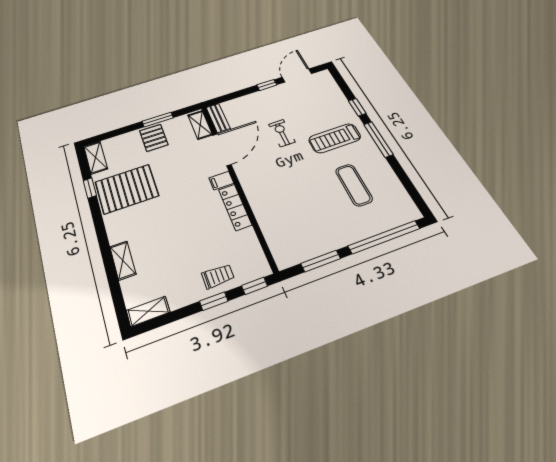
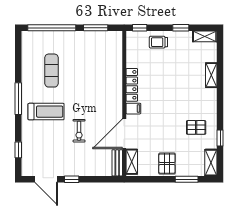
door: (297, 75) -> (46, 179), hinge flipped
window: (357, 107) -> (18, 150), moved
window: (158, 120) -> (187, 179), moved
pallet: (127, 189) -> (196, 127), width x0.49, depth x0.50
window: (214, 301) -> (181, 28), moved

